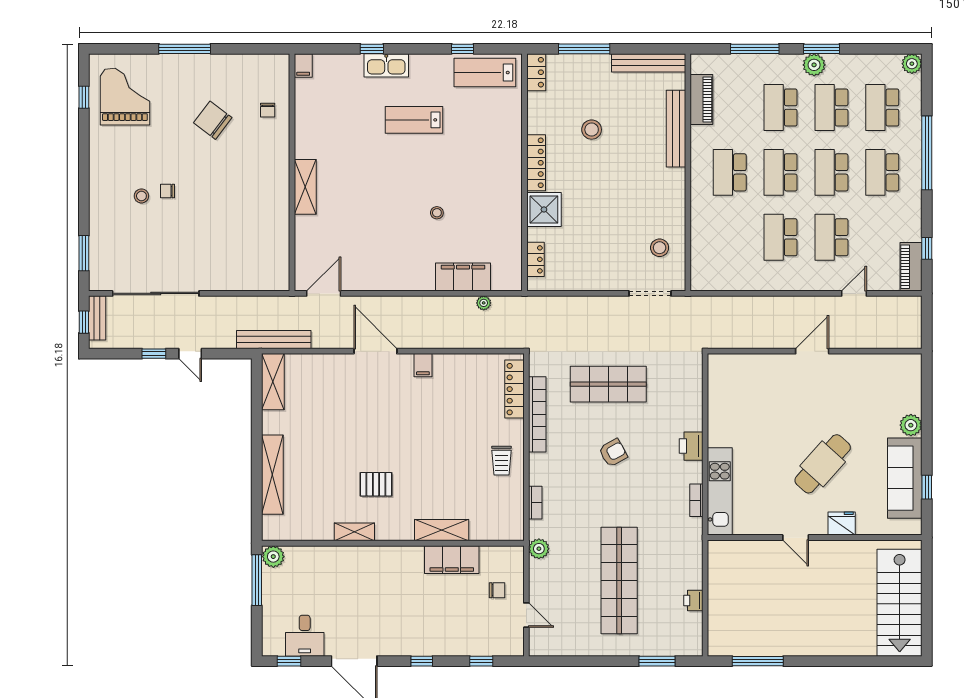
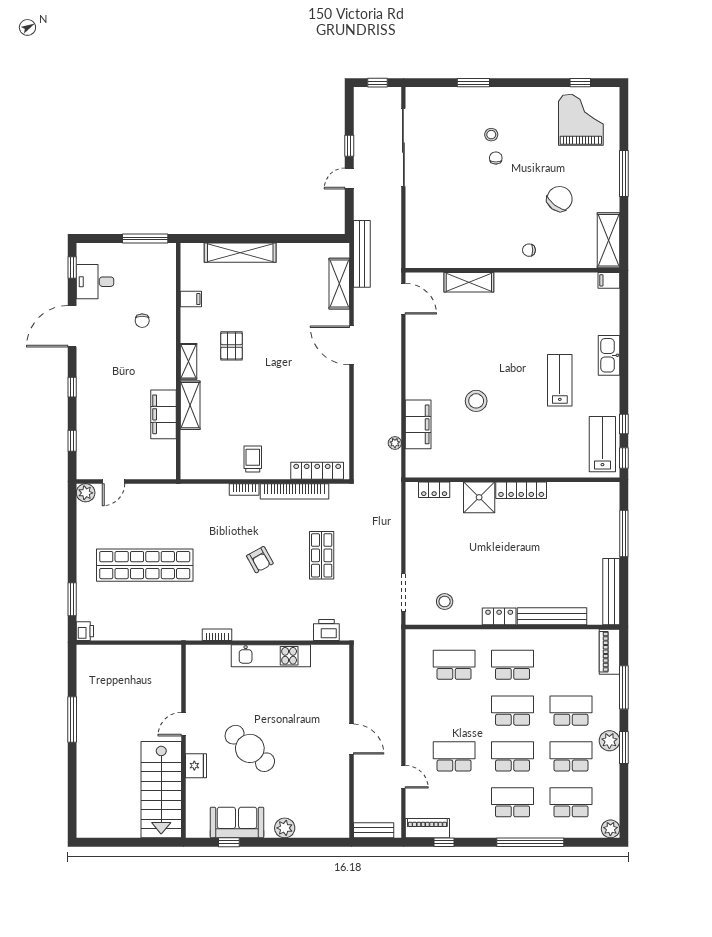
window: (372, 49) -> (624, 458), moved
shelving: (259, 66) -> (608, 240), added
locker: (536, 72) -> (499, 616), moved, turned 180
grand piano: (125, 97) -> (581, 120), turned -90
piano: (701, 100) -> (609, 652), moved, turned 90
chair: (268, 110) -> (529, 250), moved
stool: (592, 130) -> (551, 540), removed
shelving: (305, 187) -> (469, 282), moved
stool: (437, 213) -> (476, 401), width x1.89, depth x1.89
school desk: (781, 237) -> (454, 665), moved
window: (84, 253) -> (473, 83), moved
bench: (97, 318) -> (374, 830), moved
door: (375, 351) -> (351, 345), swing flipped
filing cabinet: (423, 365) -> (191, 299), moved, turned 180
shelving: (273, 382) -> (339, 284), moved, turned 90
shop shelf: (608, 384) -> (322, 555), width x0.70, depth x0.74
printer: (691, 446) -> (326, 630), moved
trolley: (502, 461) -> (253, 459), turned 90
sofa: (905, 478) -> (237, 822), width x0.73
kitchen unit: (720, 491) -> (271, 656), moved
bookcase: (535, 503) -> (244, 490), moved
shelving: (354, 532) -> (188, 361), moved
plant: (539, 549) -> (86, 493), moved
plant: (273, 557) -> (166, 253), removed
chair: (497, 590) -> (142, 321), moved
printer: (693, 600) -> (85, 631), moved, turned 90
stairs: (900, 603) -> (161, 790), moved, turned -90
window: (758, 661) -> (72, 719), moved

